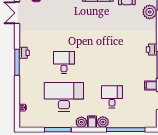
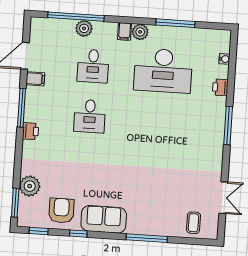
printer: (24, 53) -> (220, 87), moved
desk: (64, 62) -> (90, 116), moved
plant: (103, 122) -> (84, 28), moved

